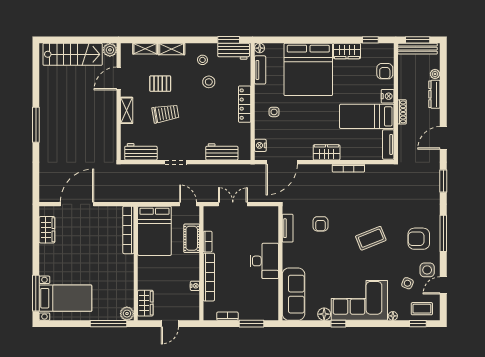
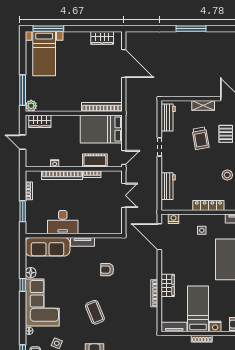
wardrobe: (327, 152) -> (168, 285), moved
tv unit: (288, 228) -> (83, 242), moved
desk: (264, 261) -> (63, 222), moved

